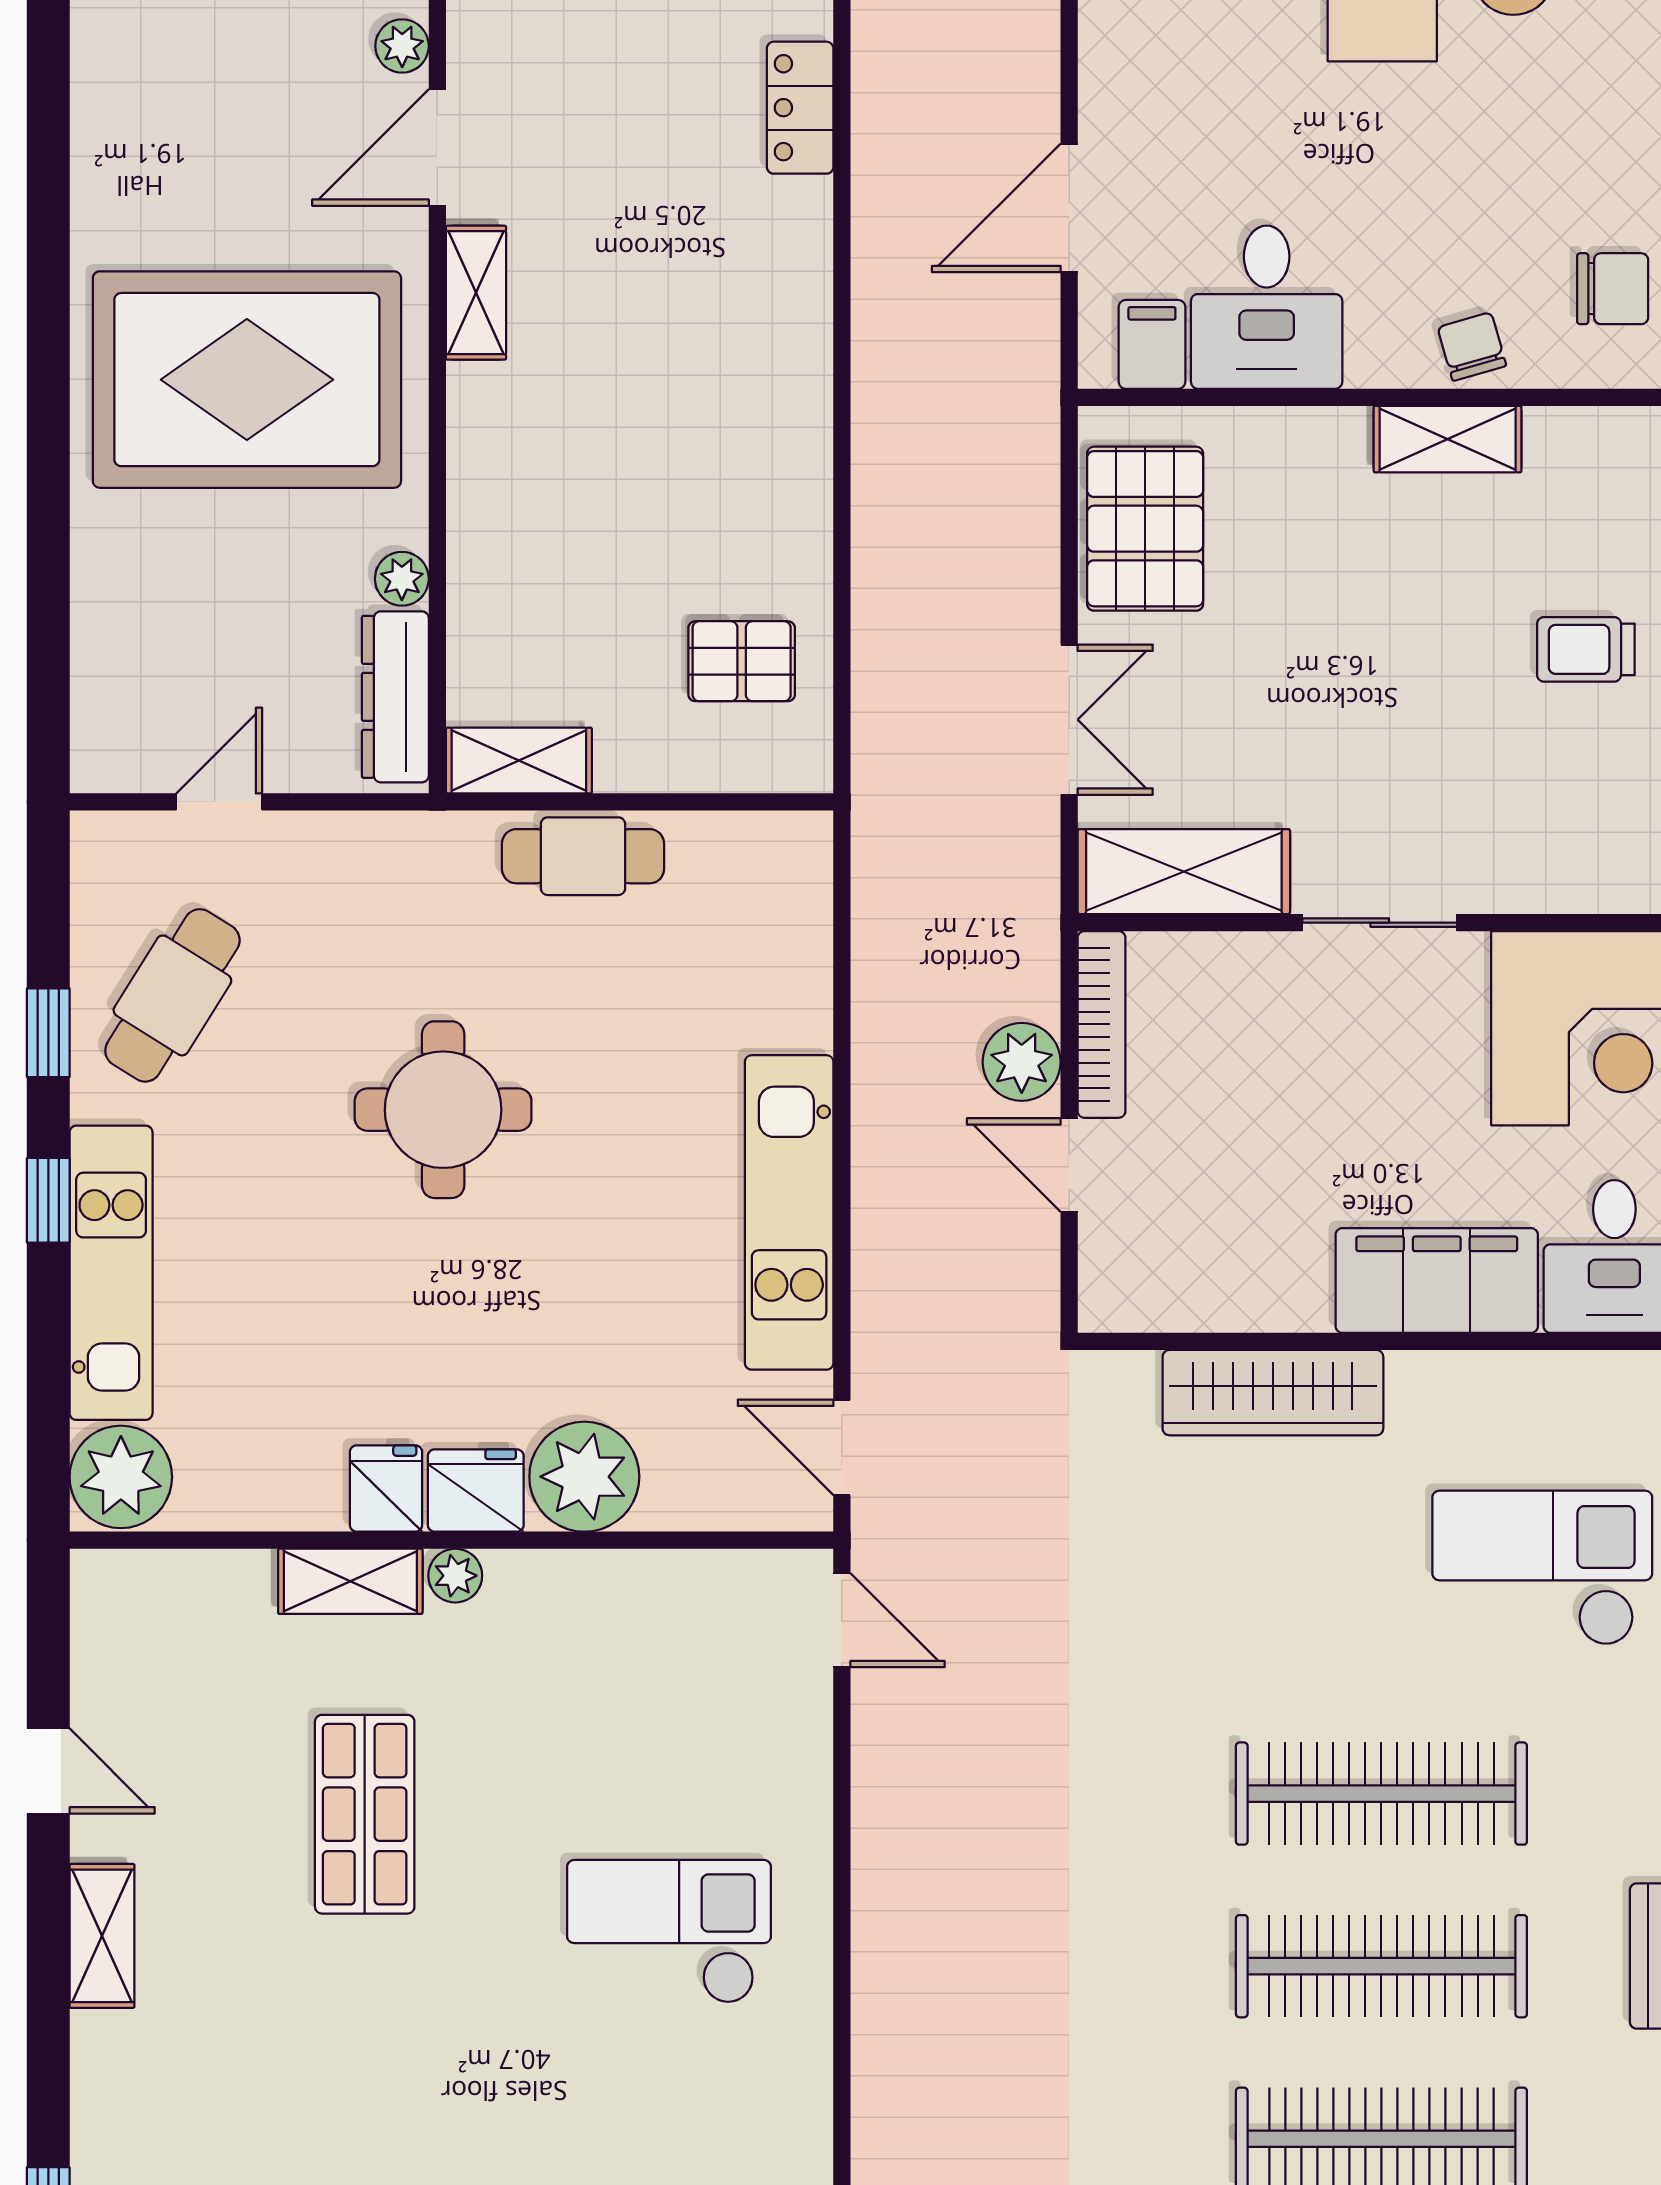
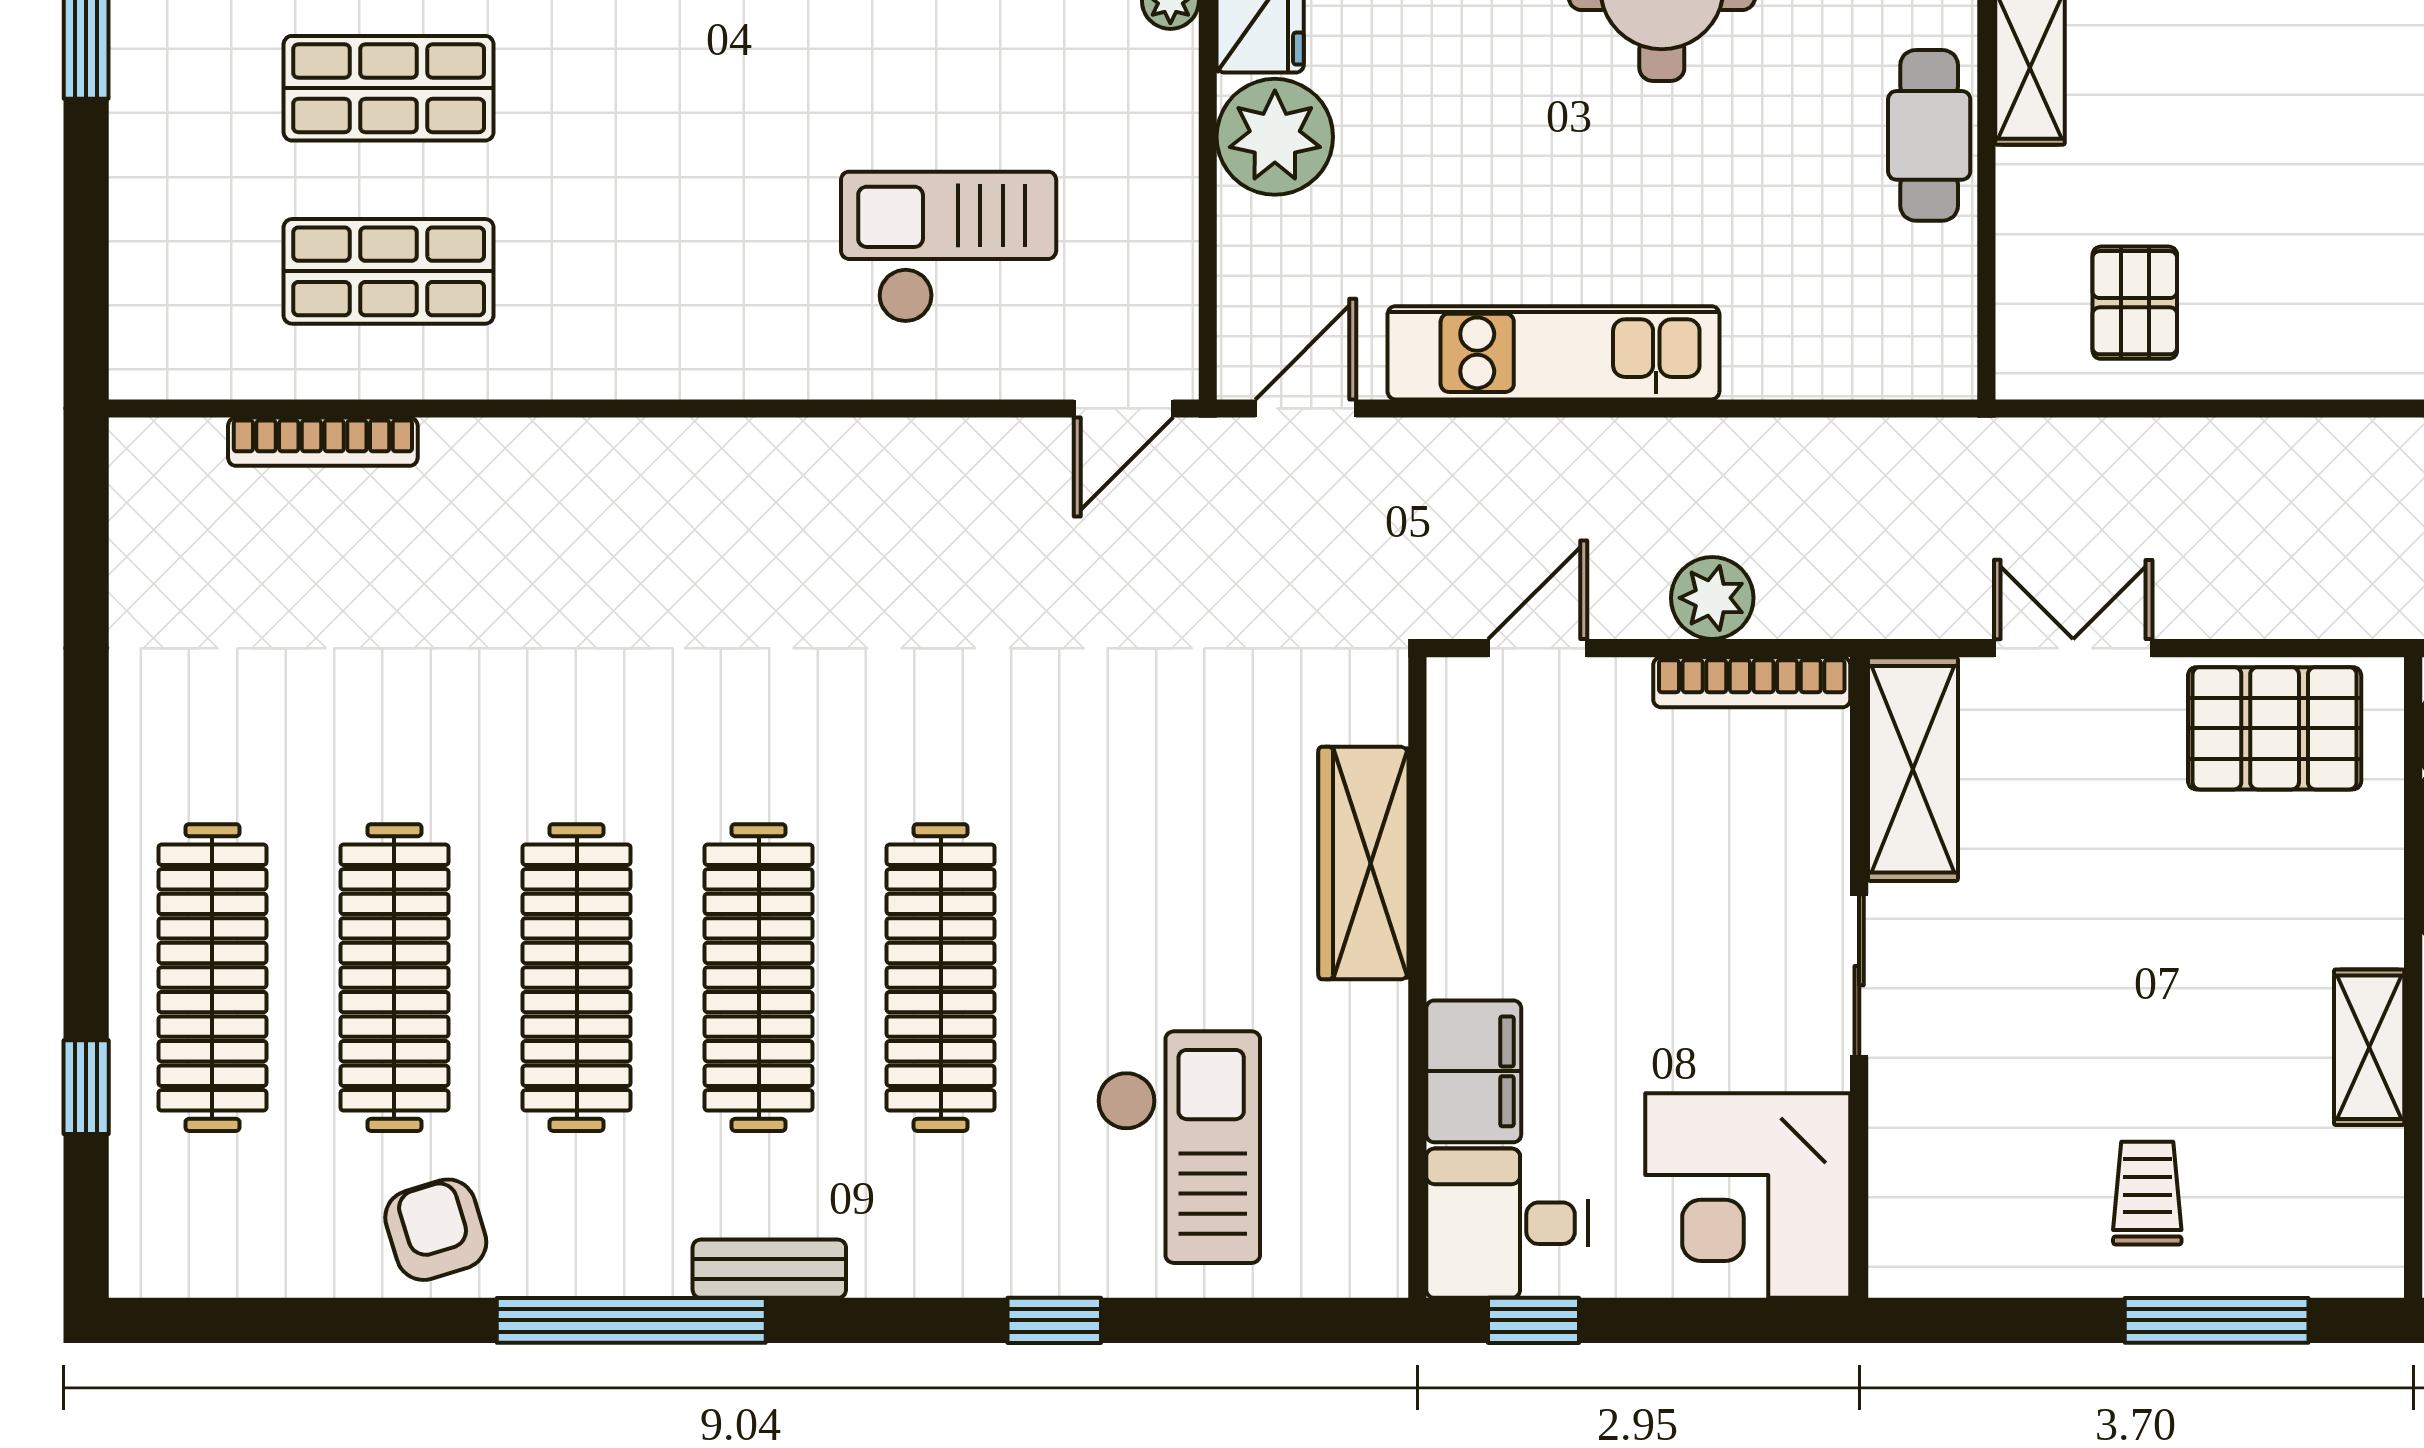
double door: (1069, 720) -> (2073, 648), swing flipped
door: (1069, 1165) -> (1538, 648), moved
filing cabinet: (1437, 1281) -> (1474, 1071), width x0.67, depth x0.86
checkout: (669, 1932) -> (949, 247), moved, turned -90

